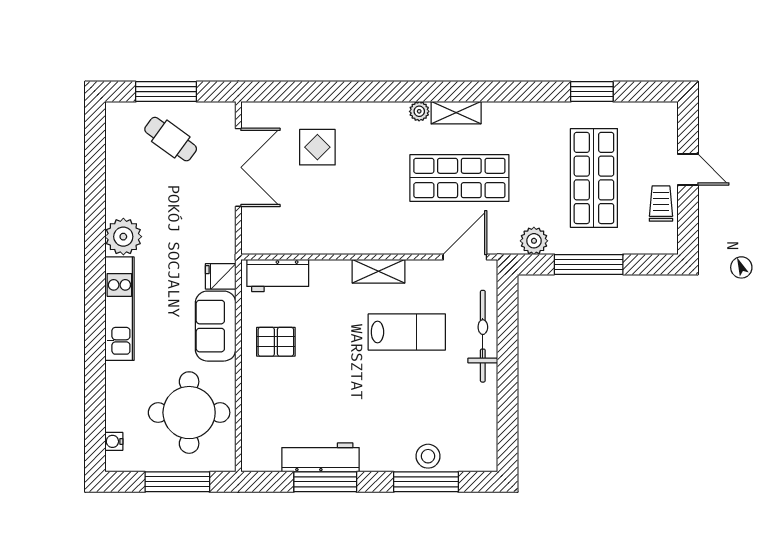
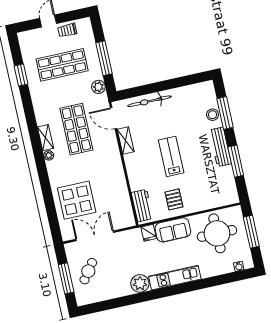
display table: (317, 147) -> (77, 200), width x1.86, depth x1.86
shelving: (378, 271) -> (126, 140), moved
lab bench: (407, 332) -> (171, 156), moved
workbench: (320, 457) -> (220, 147), moved

